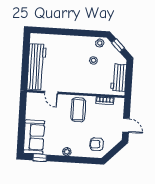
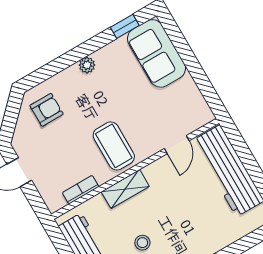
shelving: (86, 88) -> (125, 189), added
door: (51, 92) -> (177, 145), swing flipped

